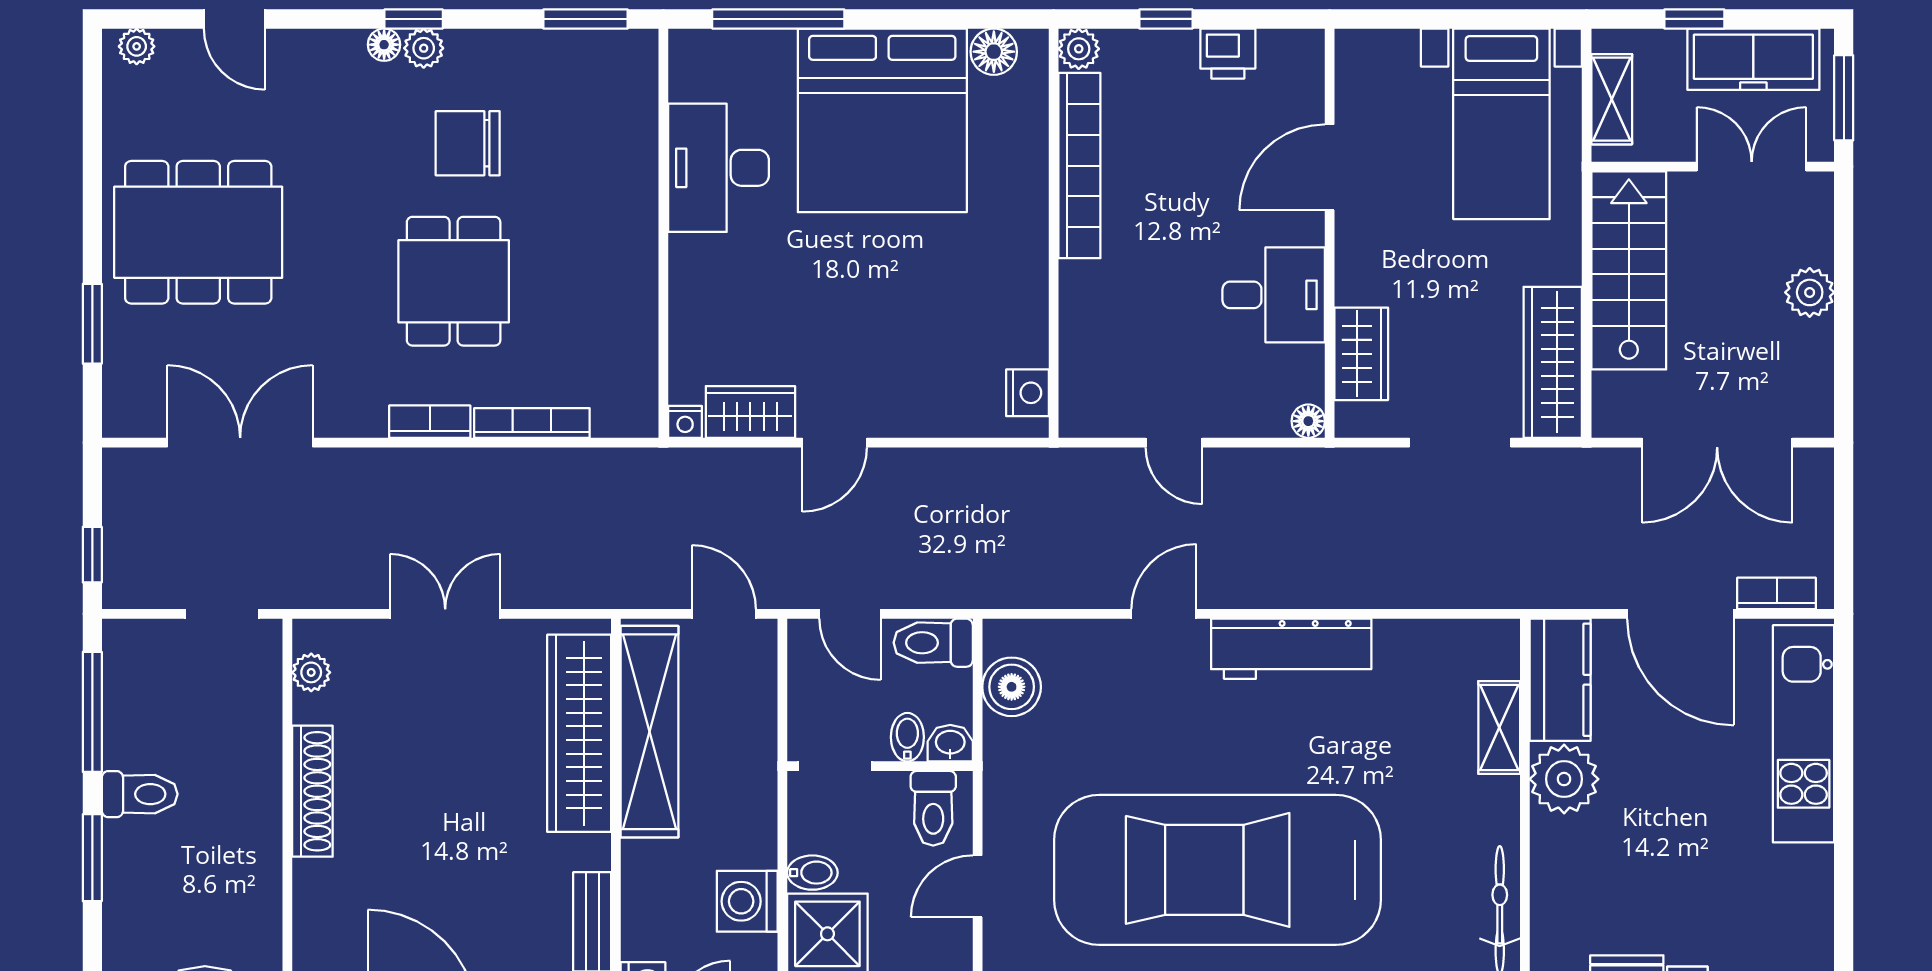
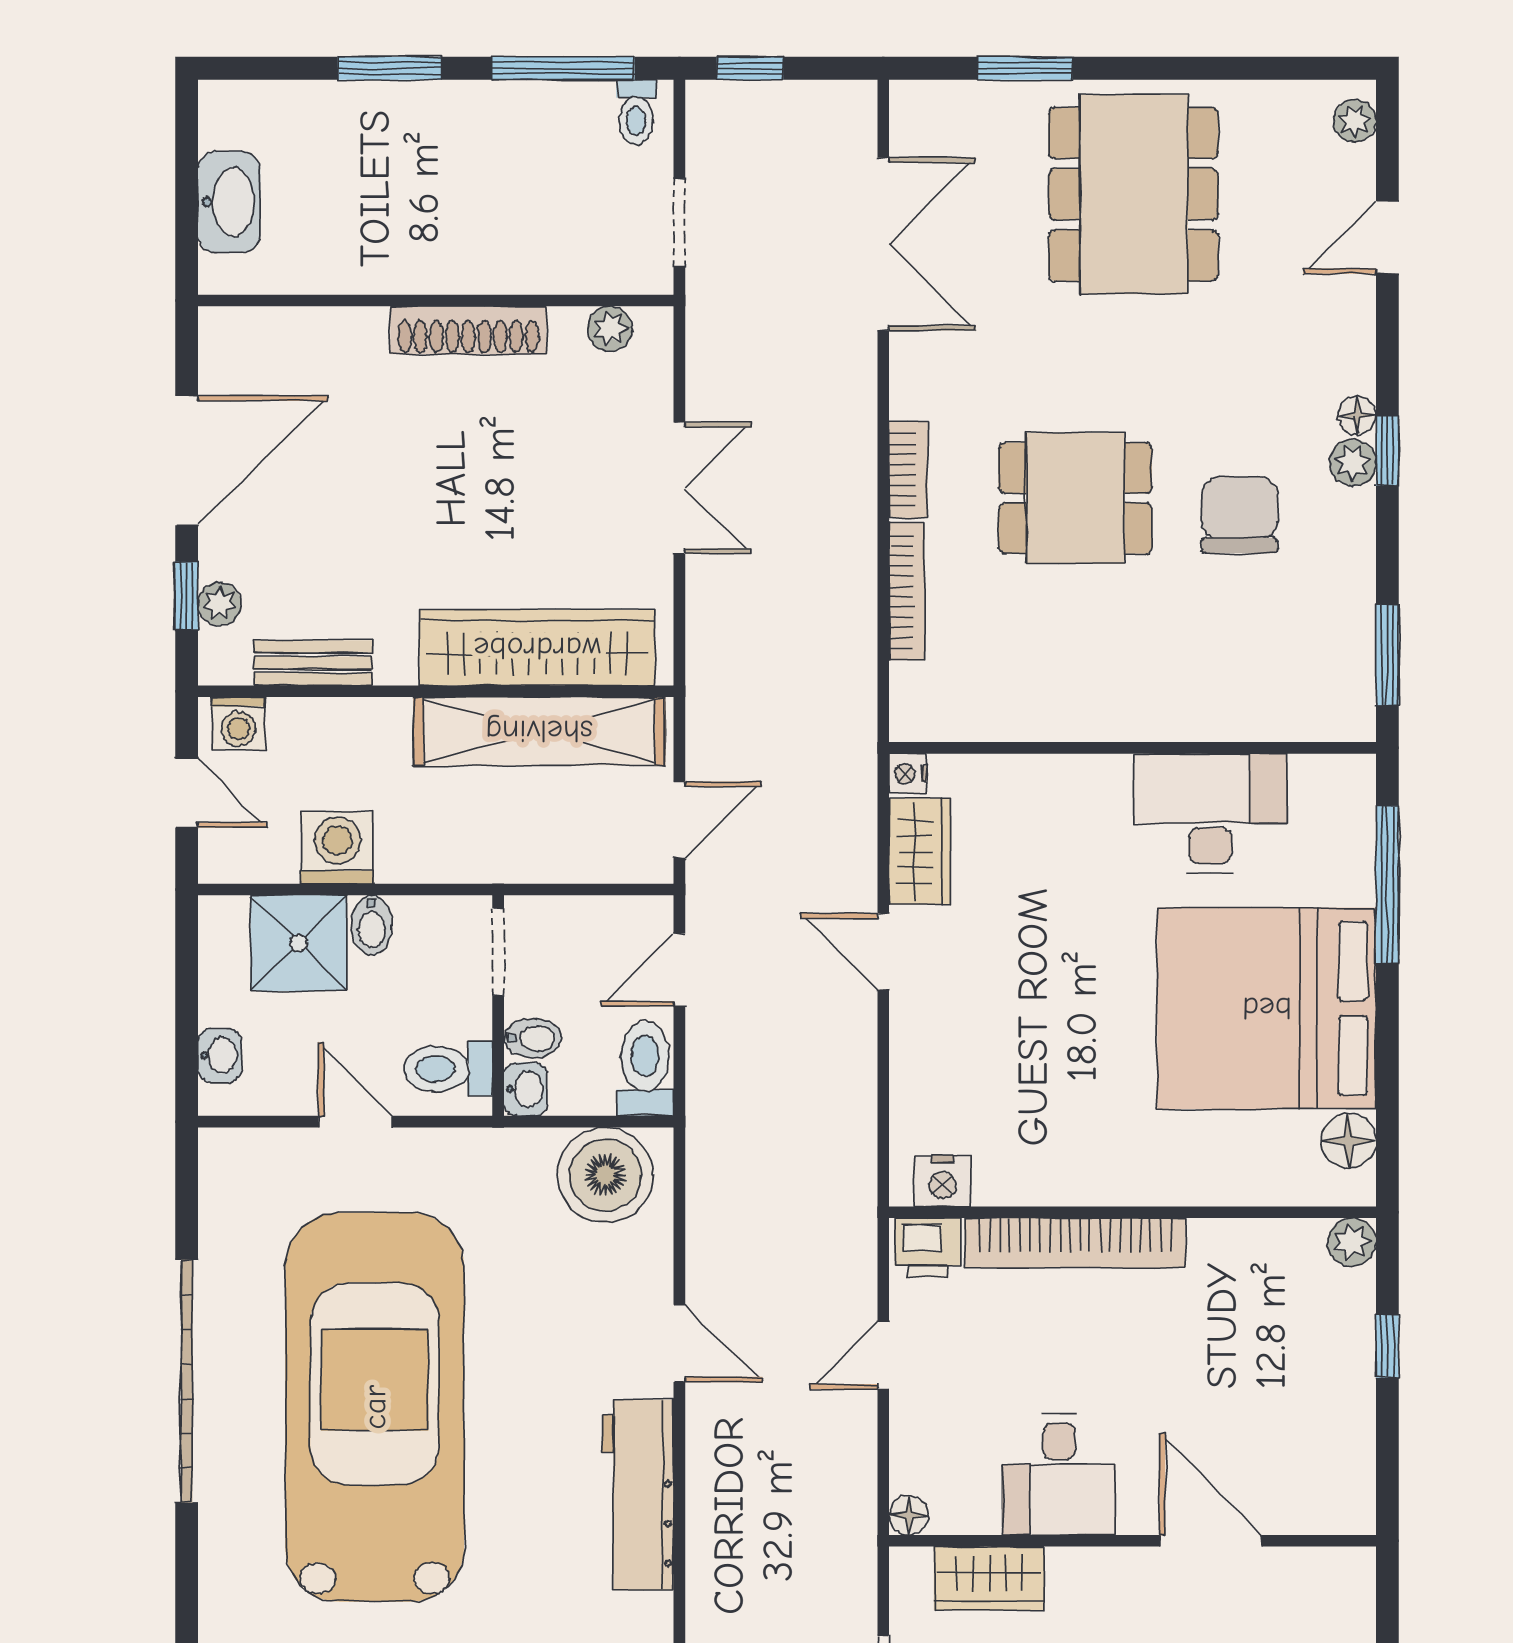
printer: (1228, 54) -> (928, 1248), moved, turned -90
bookcase: (1079, 166) -> (1075, 1243), moved
boiler: (1012, 687) -> (605, 1175), width x1.37, depth x1.37
toilet: (140, 794) -> (636, 112), moved, width x0.73, depth x0.72

